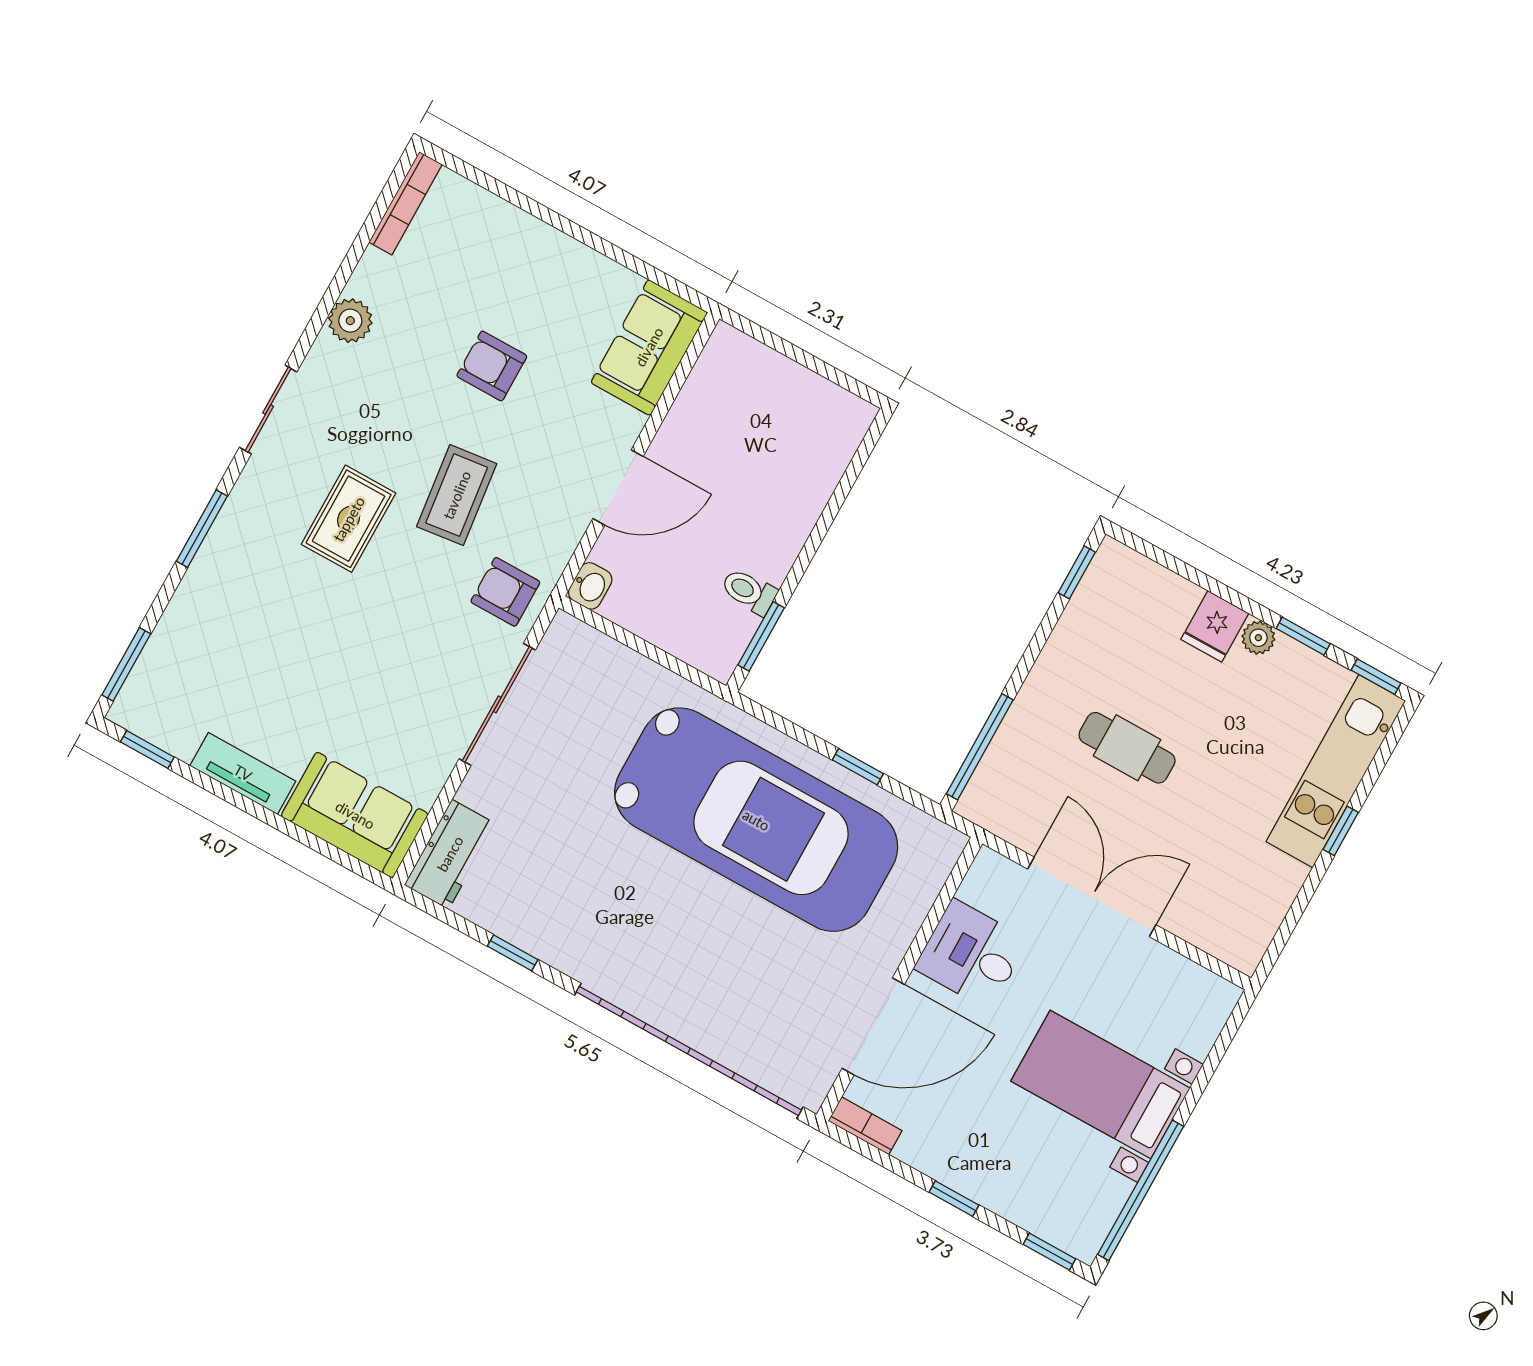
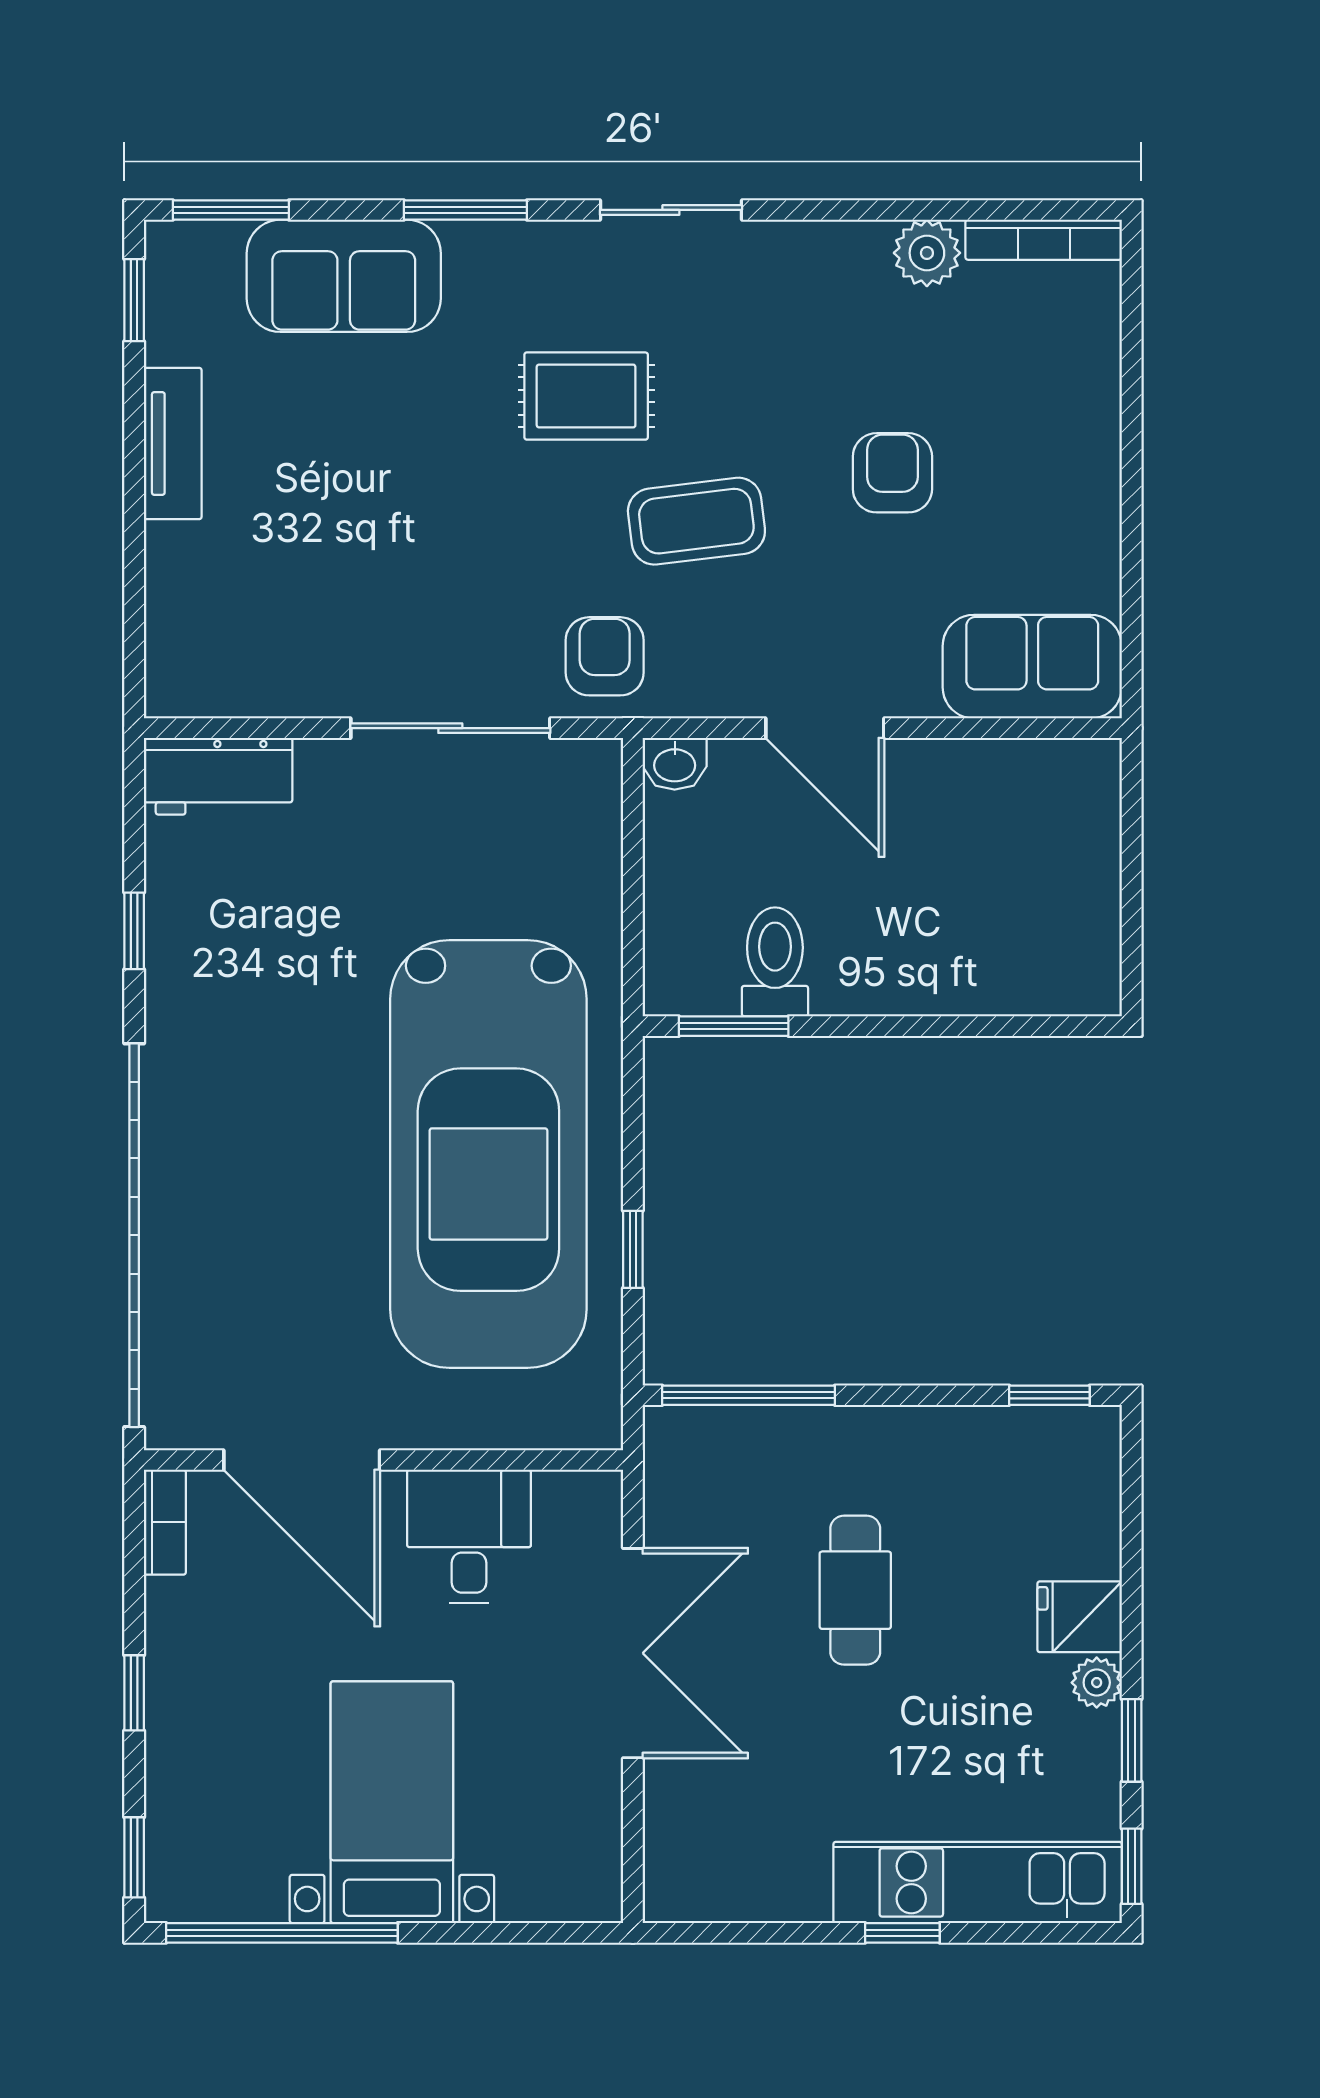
plant: (350, 321) -> (927, 253), moved
toilet: (749, 591) -> (775, 962), width x1.37, depth x1.39
sofa: (355, 815) -> (344, 276), moved, turned 90

